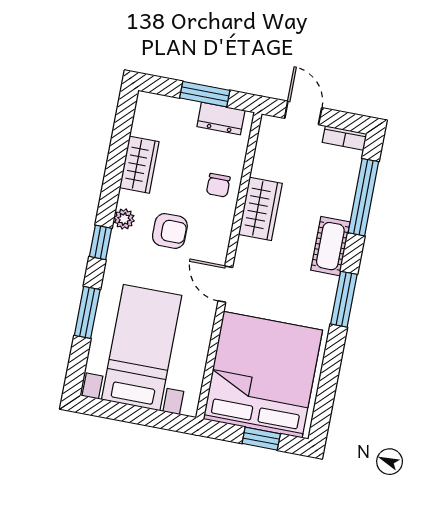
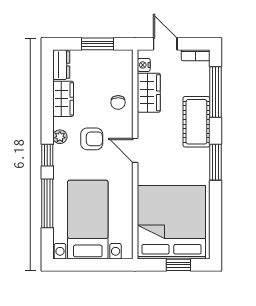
dresser: (221, 118) -> (61, 65), moved, turned -90
nightstand: (266, 138) -> (144, 65), added
wardrobe: (260, 209) -> (149, 93), moved
cot: (330, 246) -> (196, 122), width x1.37, depth x1.34
door: (225, 284) -> (135, 150), moved
window: (87, 312) -> (47, 203), width x1.44

